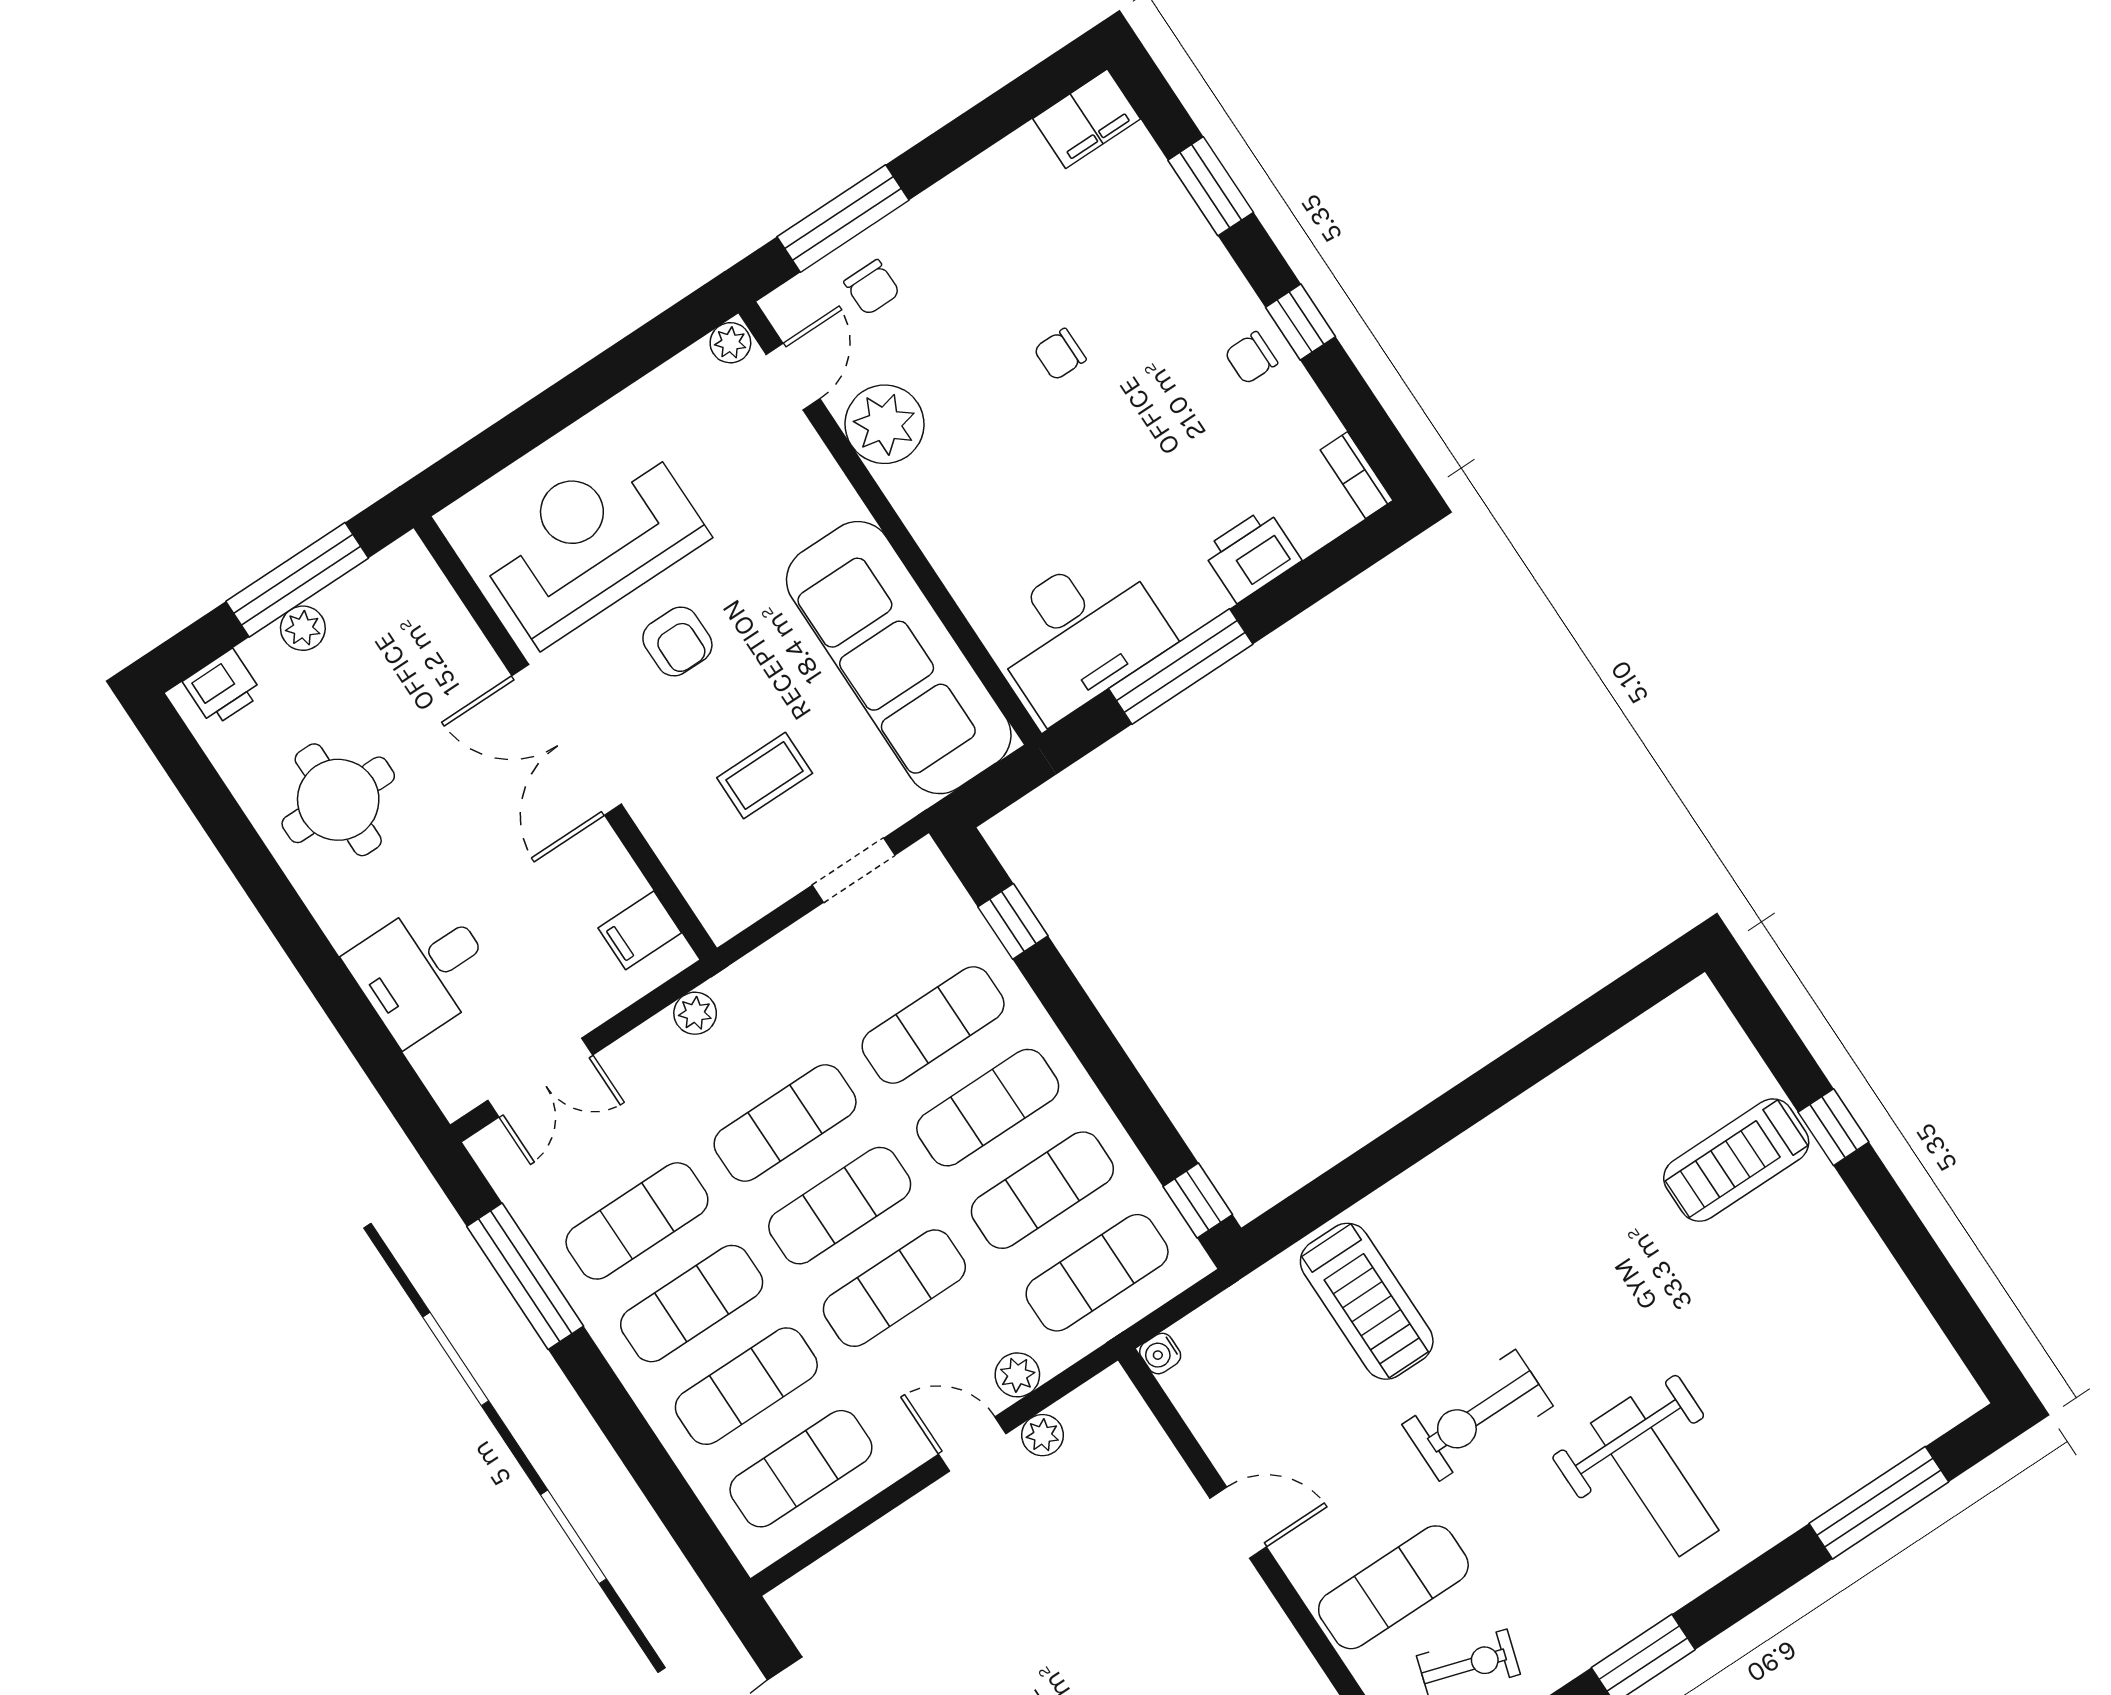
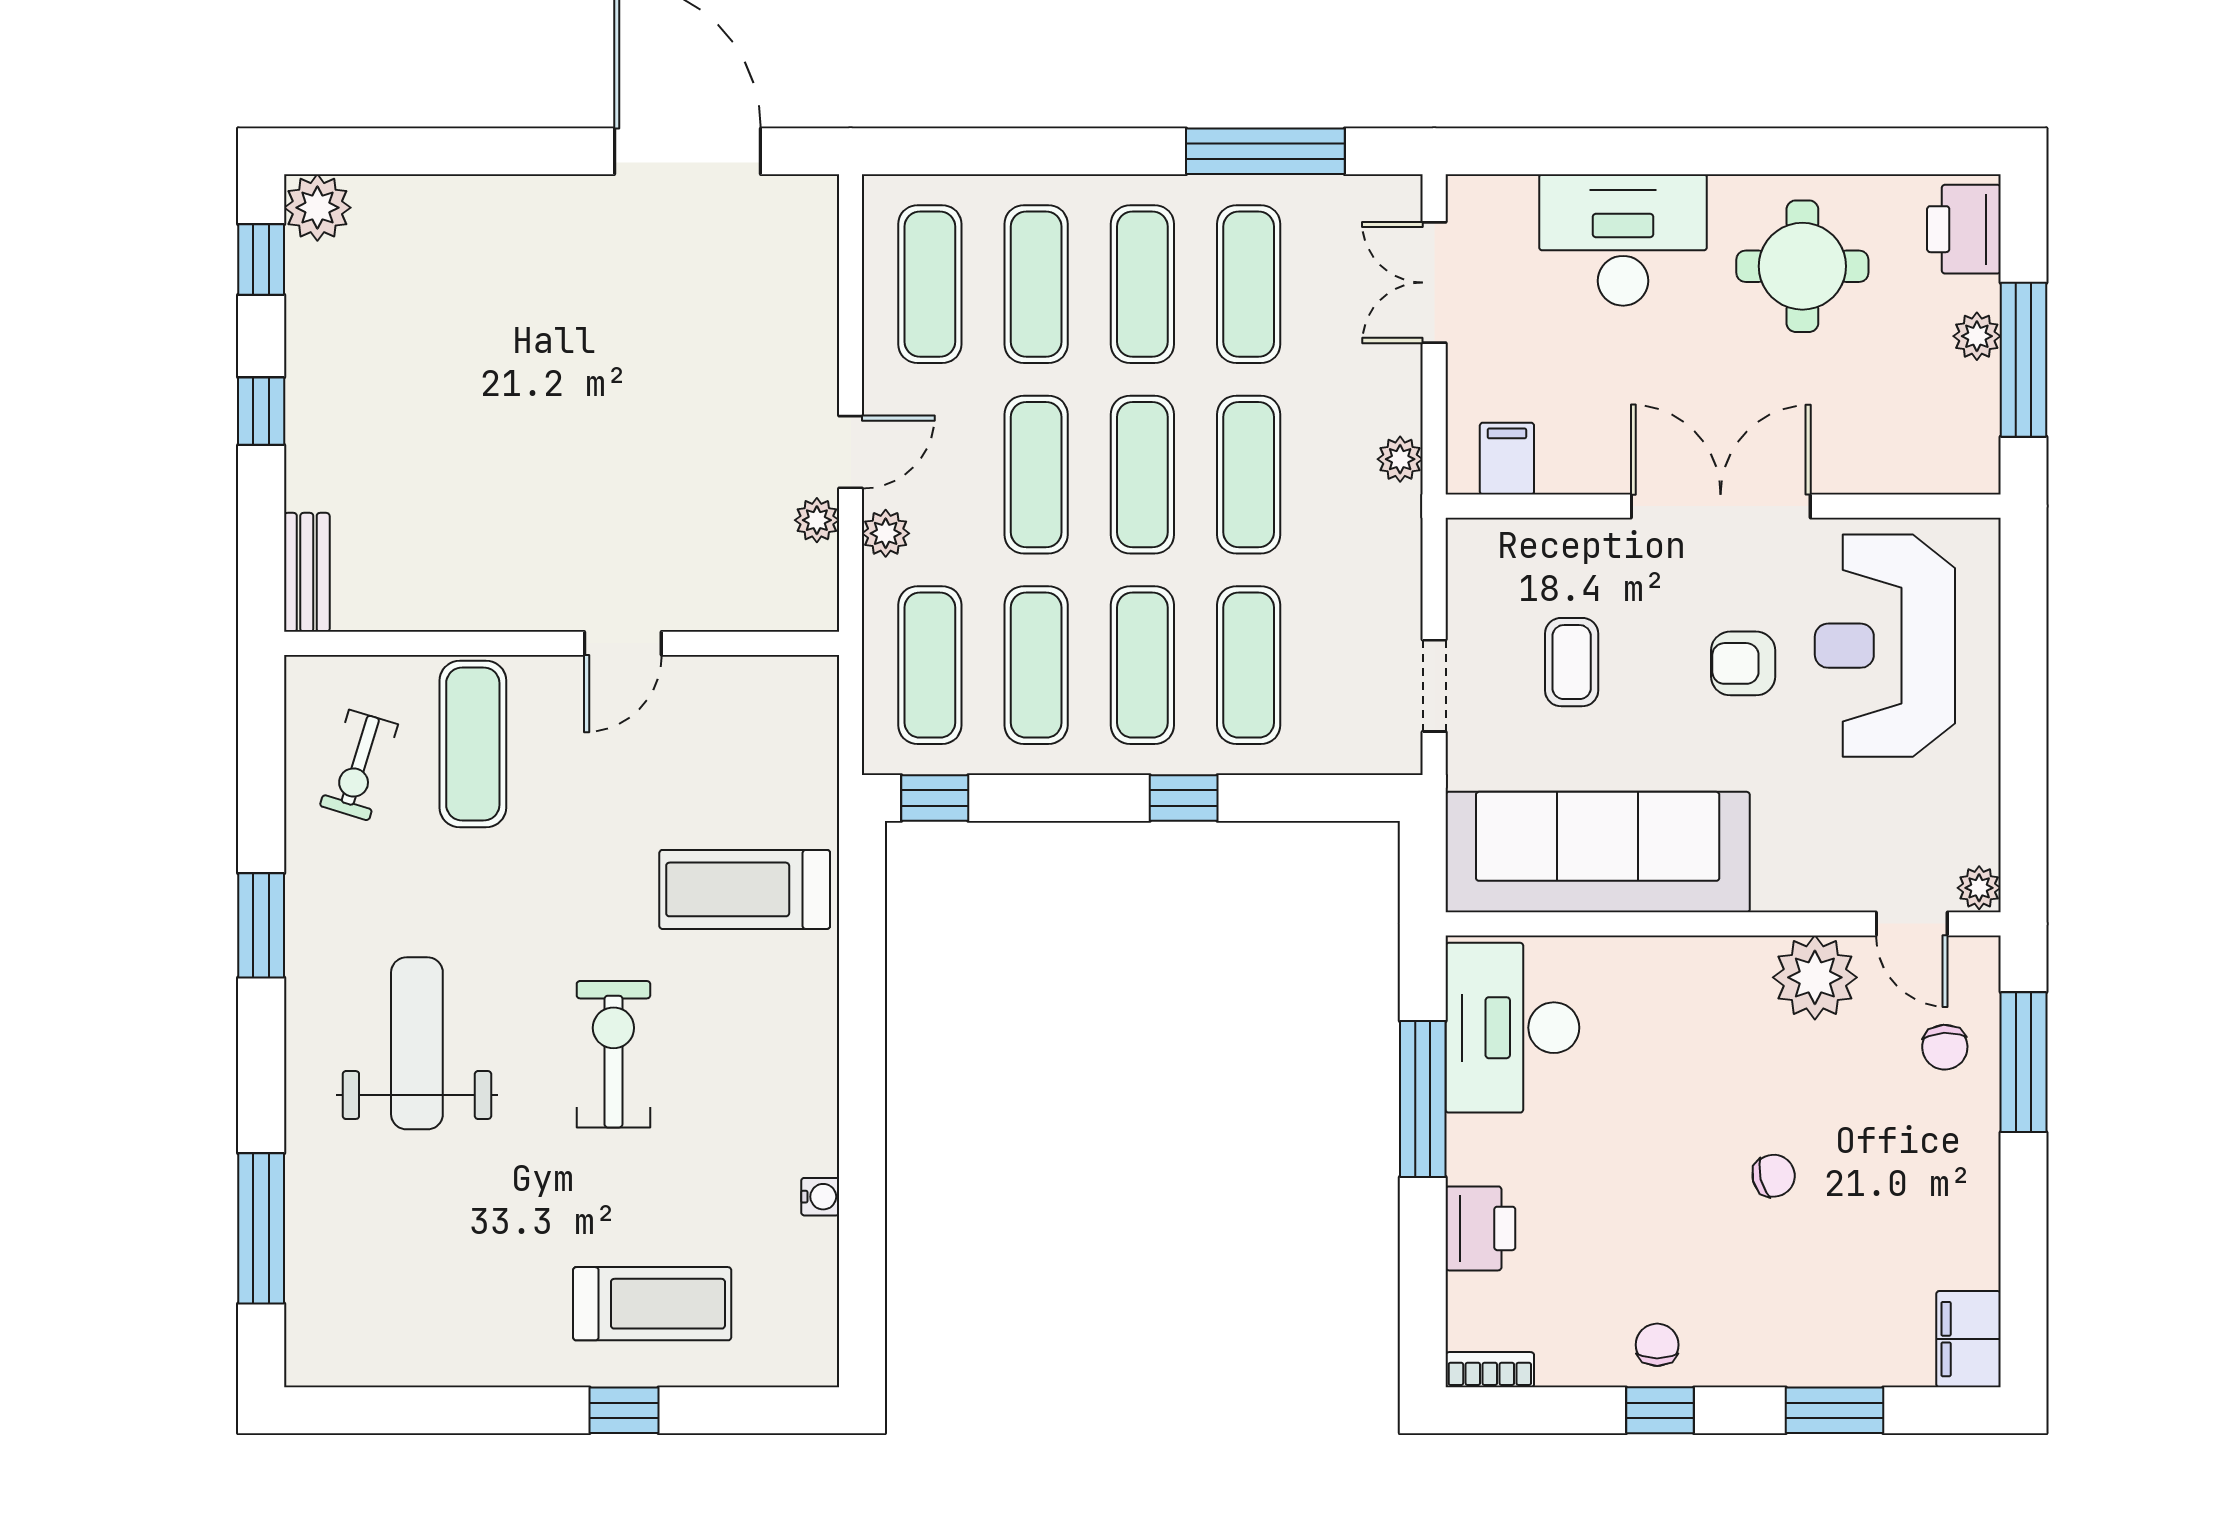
chair: (872, 287) -> (1945, 1047), turned -93
chair: (1060, 354) -> (1774, 1176), turned 76
reception desk: (591, 540) -> (1885, 646), turned 180
printer: (223, 688) -> (1964, 229), width x1.36, depth x1.24
window: (1013, 921) -> (1184, 798), moved
desk: (422, 970) -> (1623, 240), width x1.37
treadmill: (1736, 1160) -> (652, 1304), turned 90
water cooler: (1160, 1354) -> (820, 1197), moved, turned 90
exercise bike: (1477, 1415) -> (613, 1054), moved
weight bench: (1655, 1477) -> (417, 1043), turned 90

